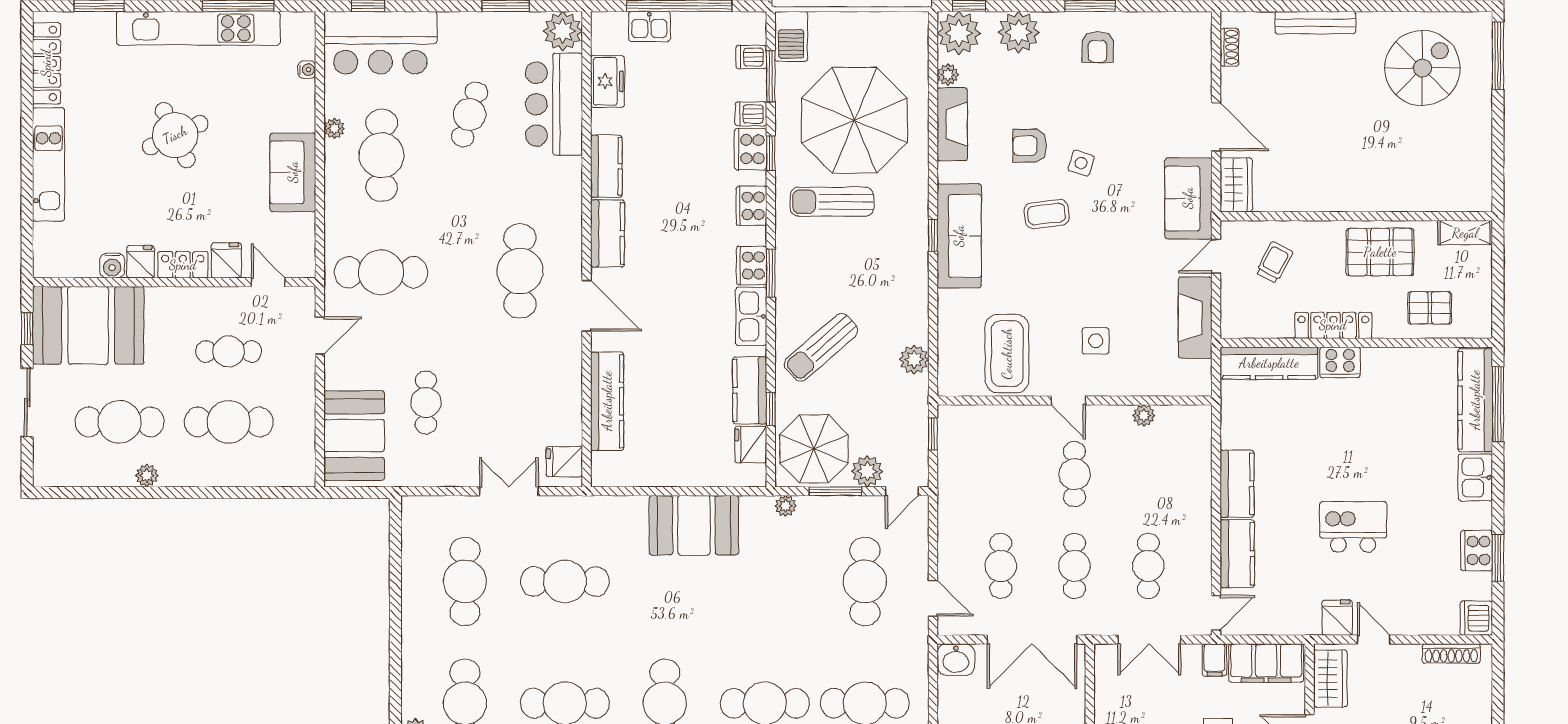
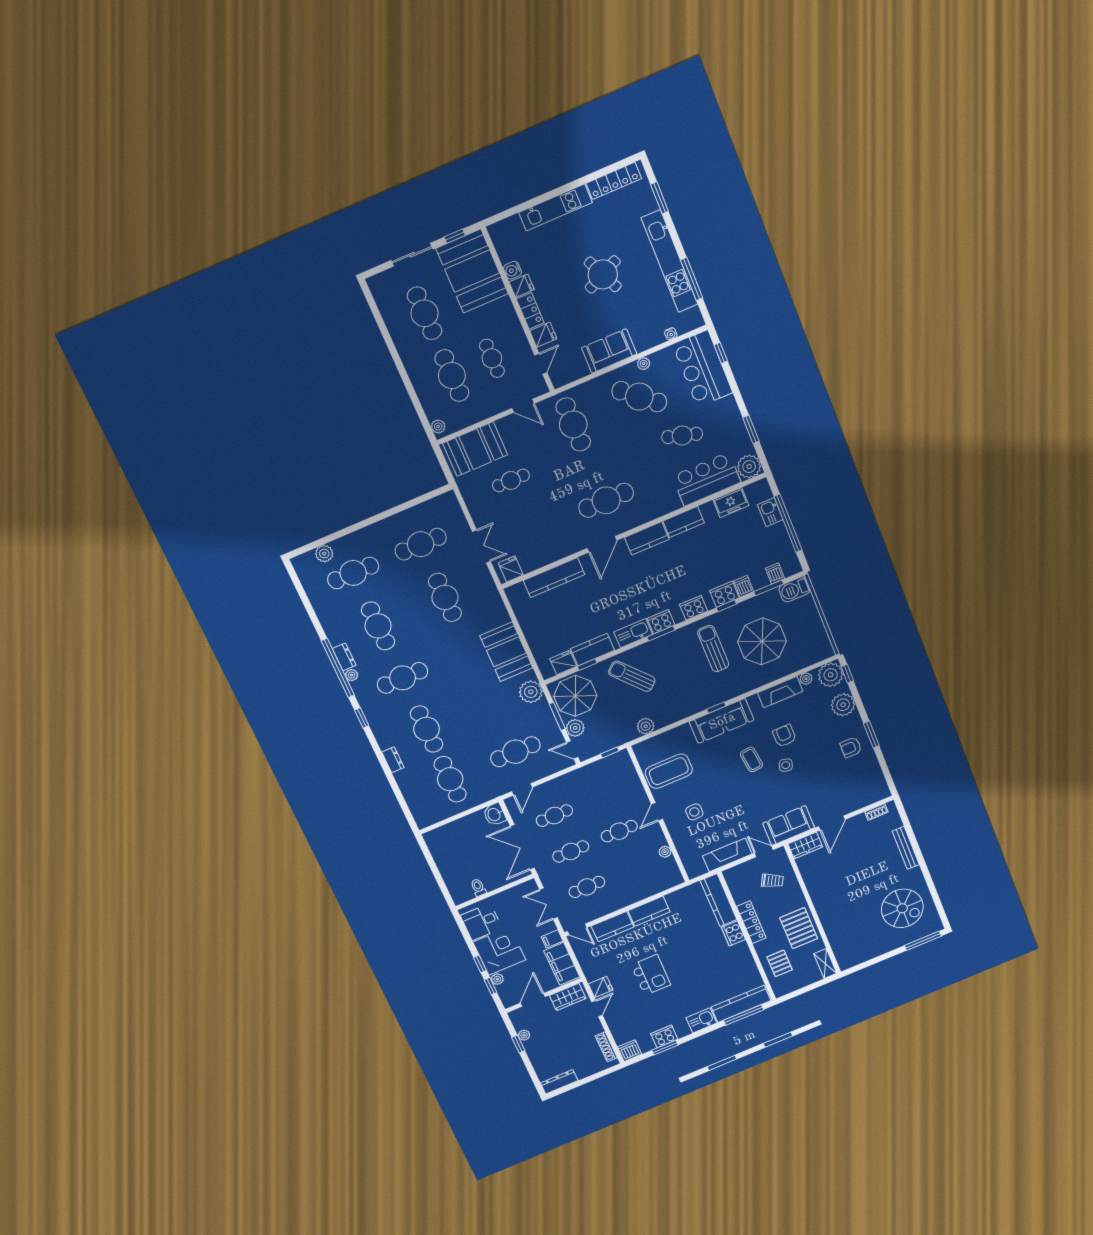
parasol: (854, 120) -> (762, 641), width x0.73, depth x0.73
cafe table: (382, 155) -> (639, 397), turned 41
plant: (147, 476) -> (438, 426), moved
plant: (786, 506) -> (531, 692), width x1.87, depth x1.87

